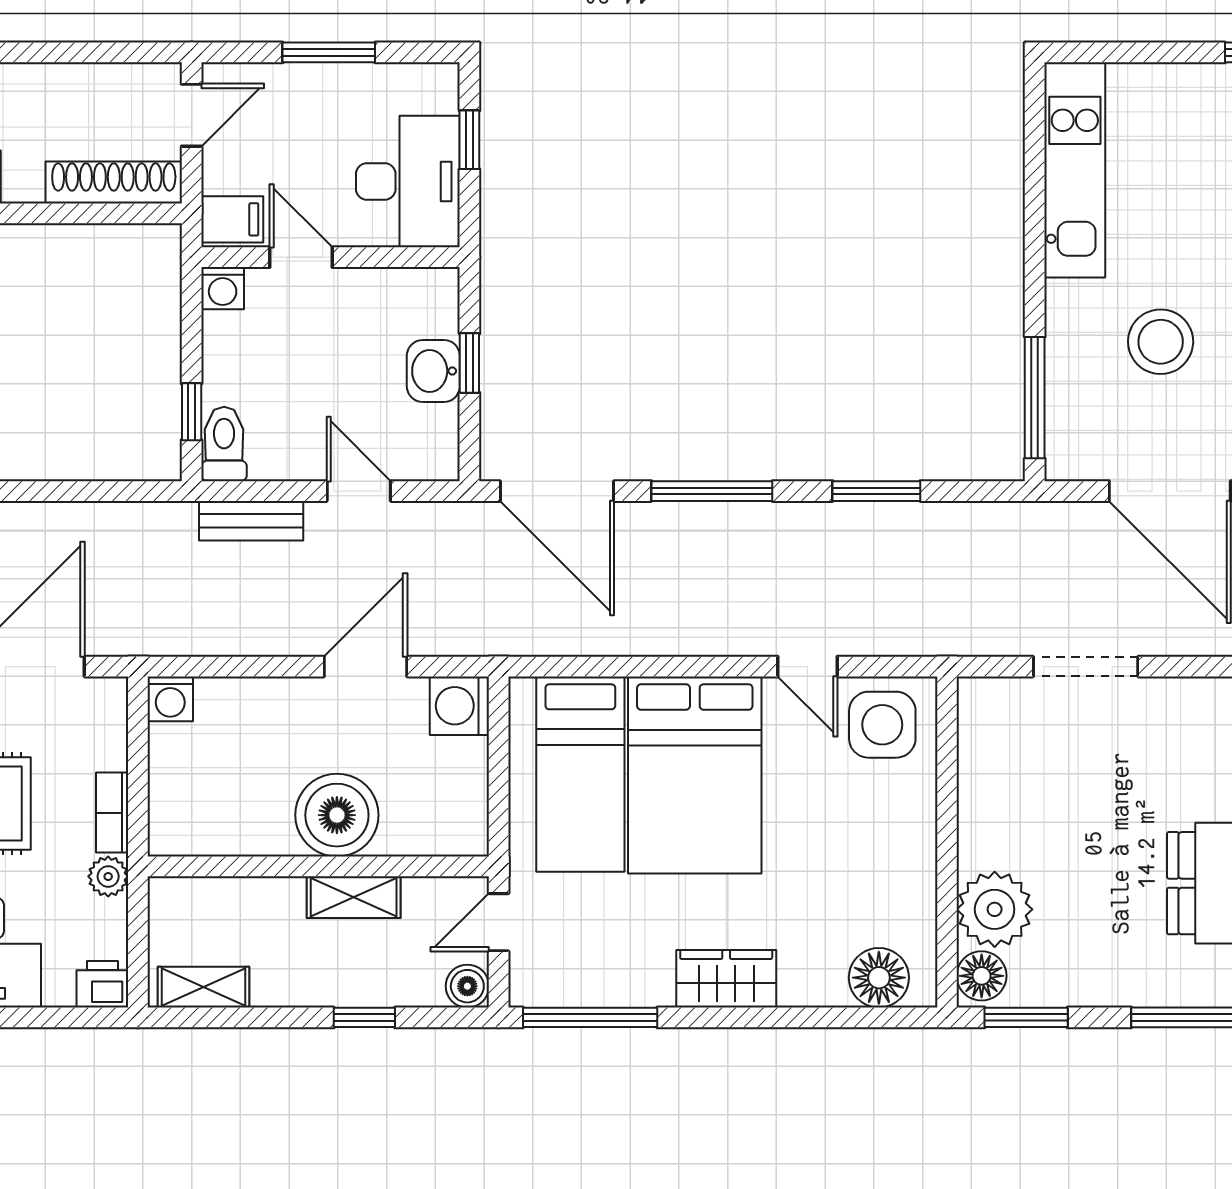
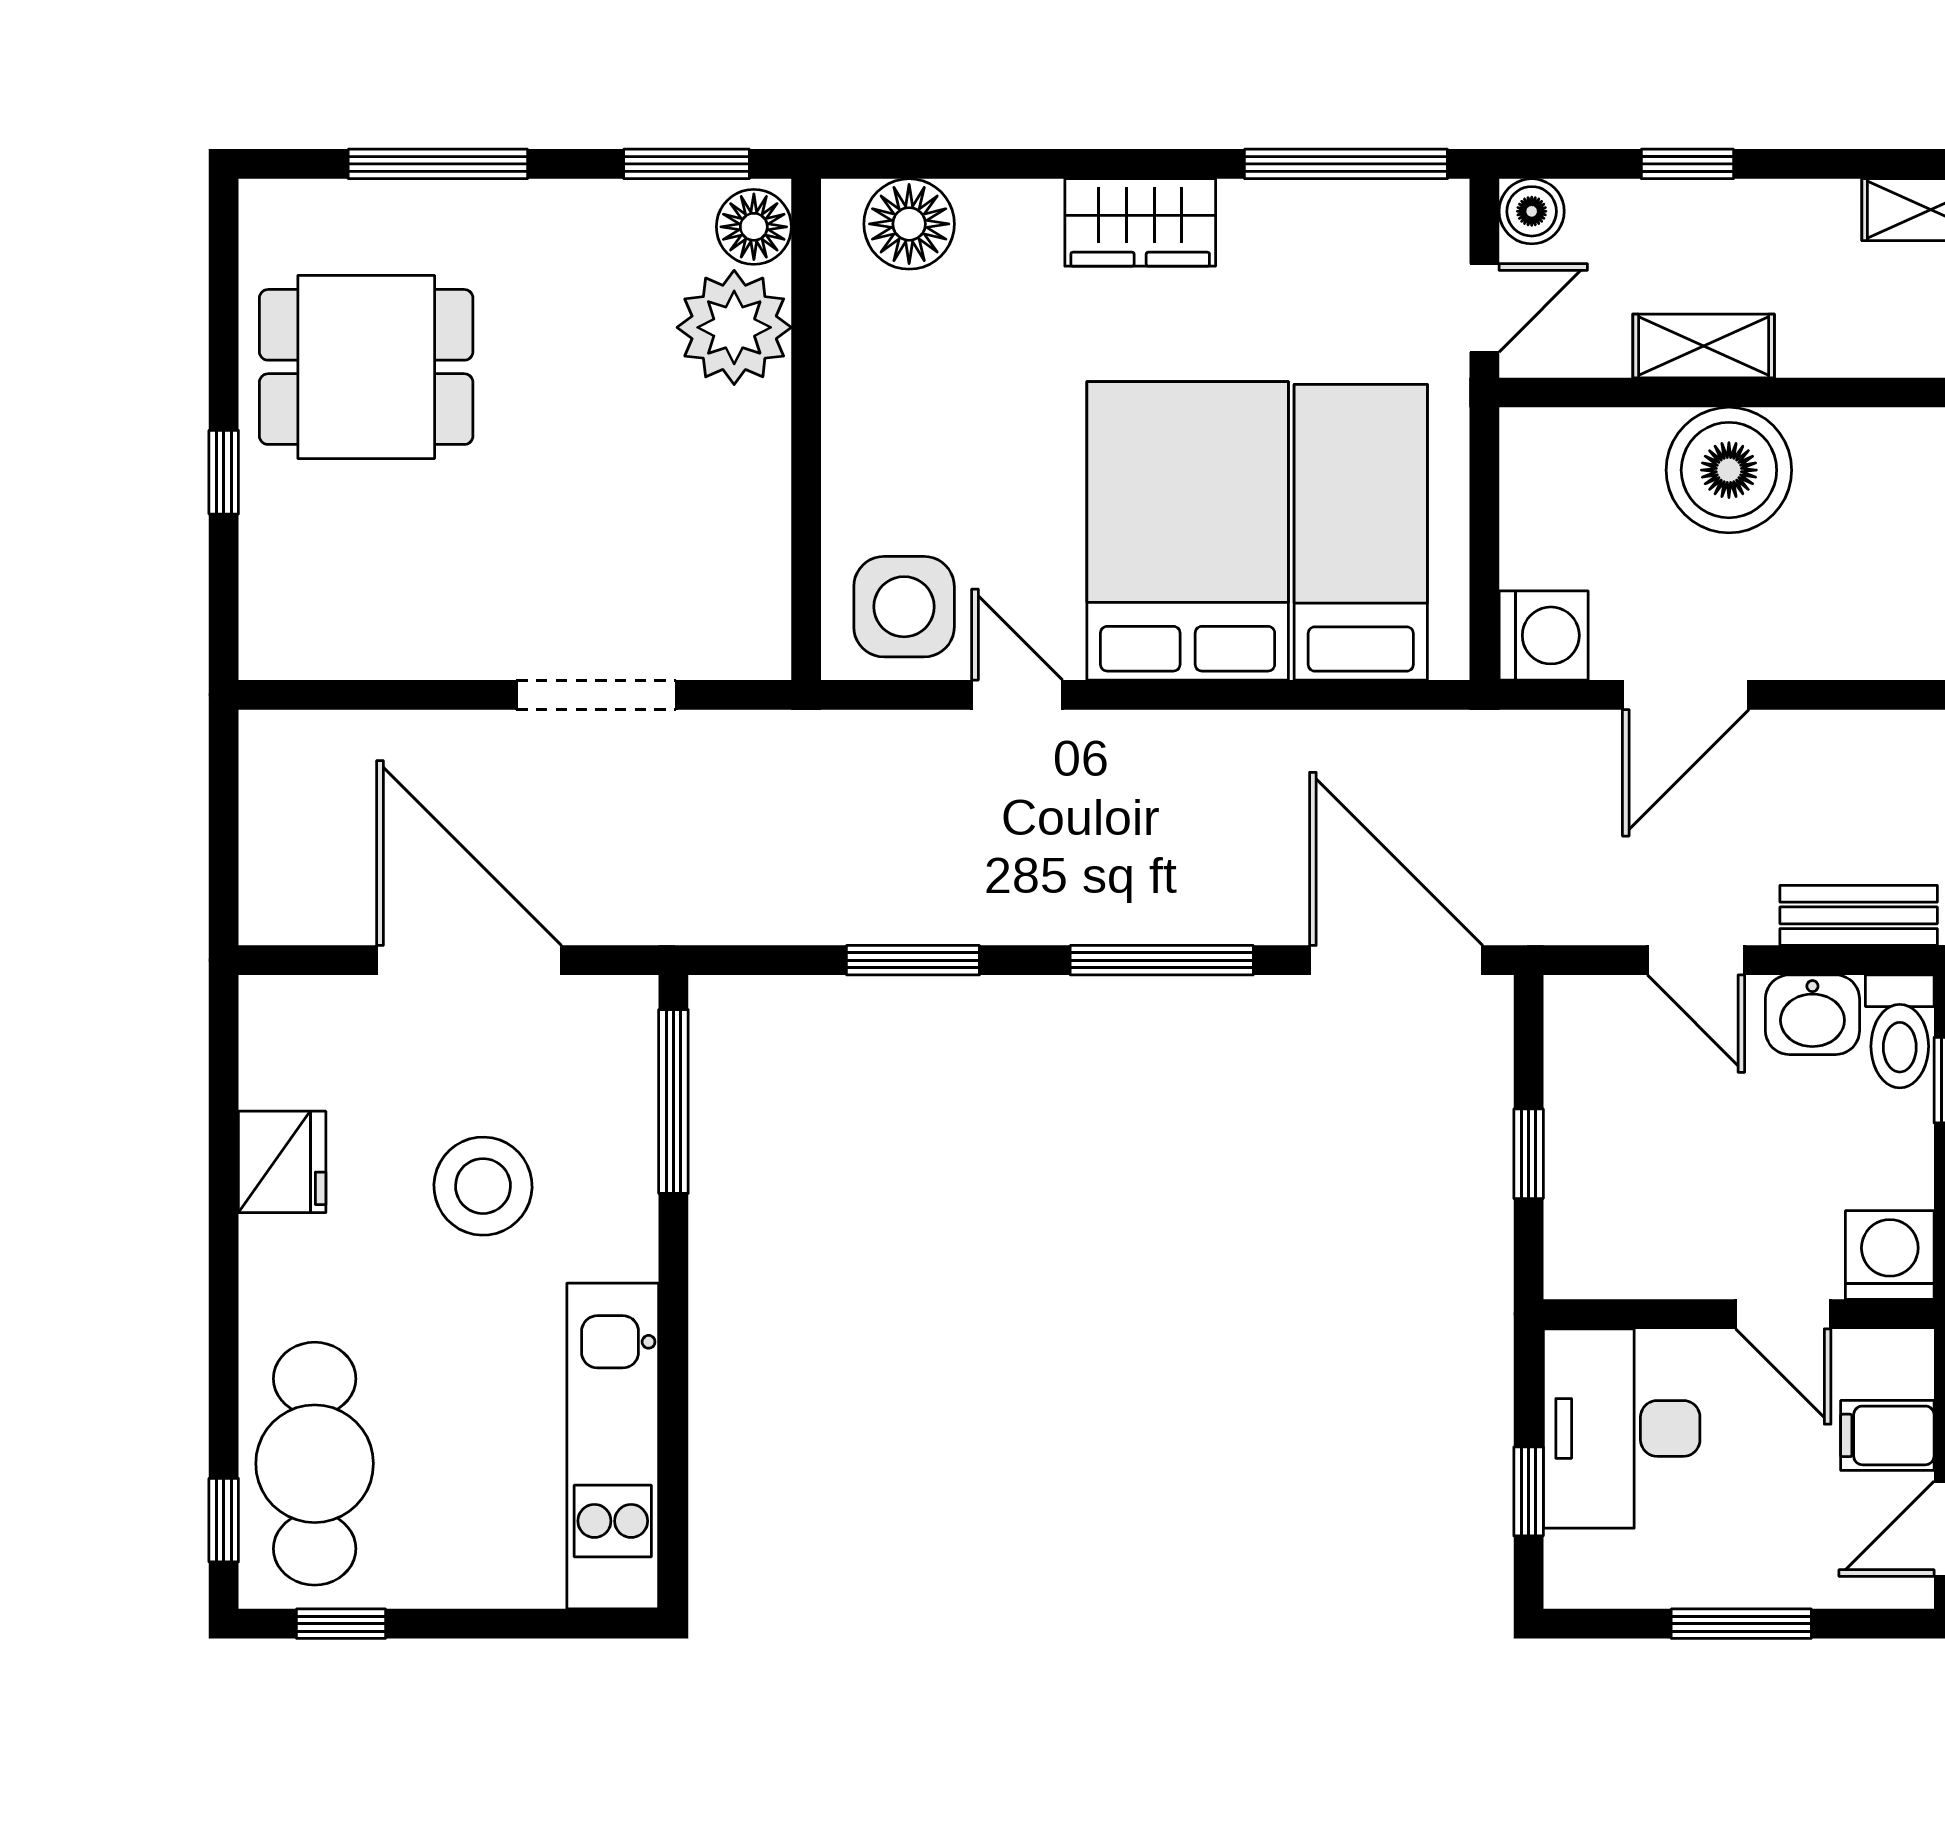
filing cabinet: (232, 219) -> (1887, 1435), moved
washing machine: (223, 288) -> (1890, 1255), width x1.38, depth x1.38
washbasin: (433, 371) -> (1812, 1015), moved, turned 90

